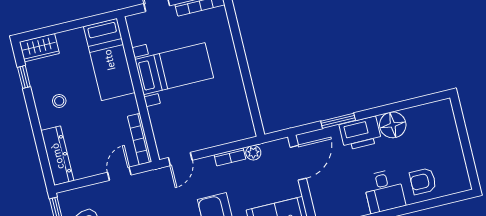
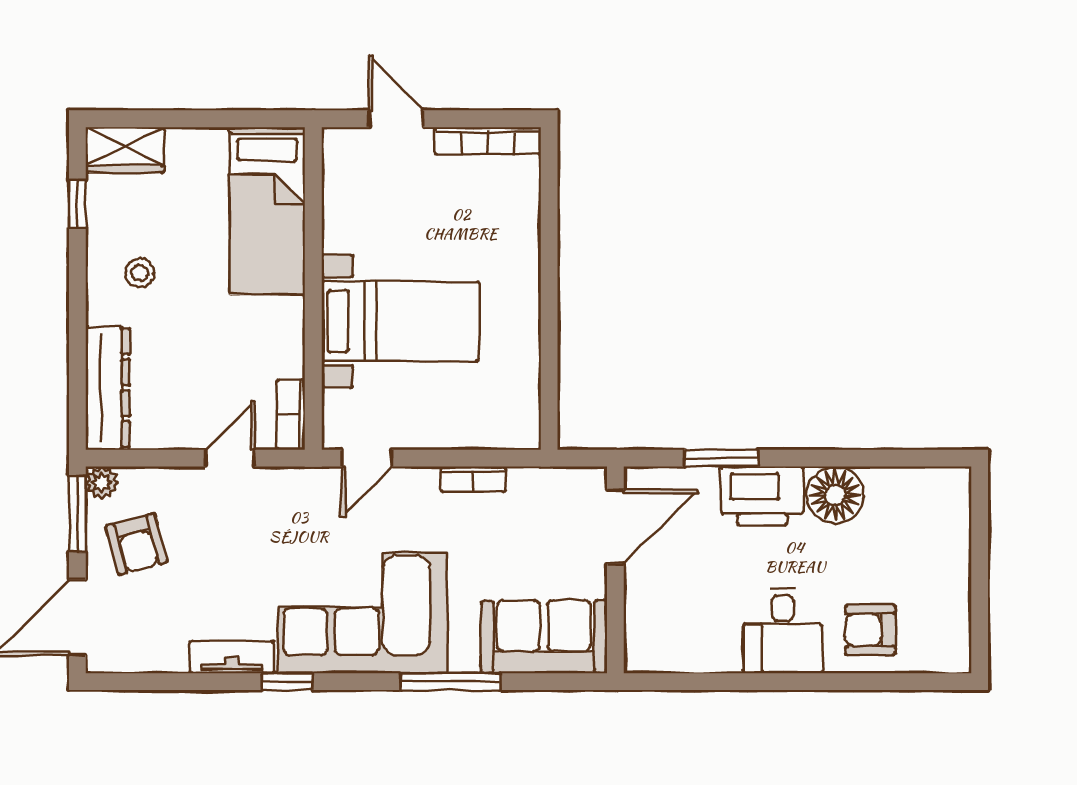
bed with nightstands: (174, 69) -> (400, 321), moved
bookcase: (140, 139) -> (291, 415), width x0.64
plant: (253, 153) -> (102, 483), moved

